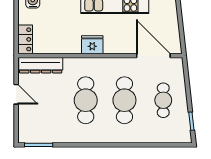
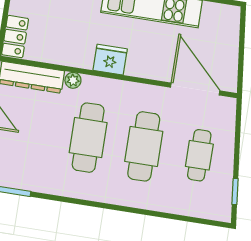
plant: (69, 63) -> (73, 80), added

